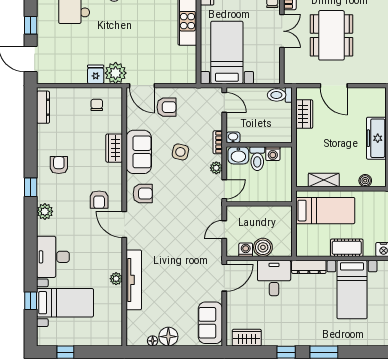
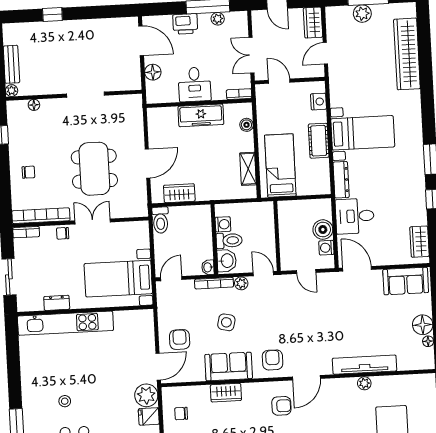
dining table: (331, 35) -> (94, 169), turned 90
bookcase: (218, 142) -> (214, 283), width x1.56

